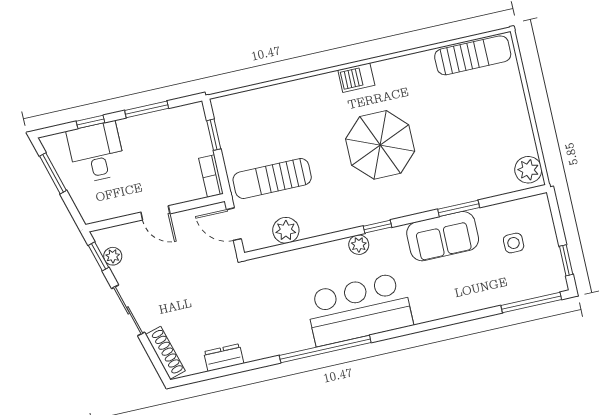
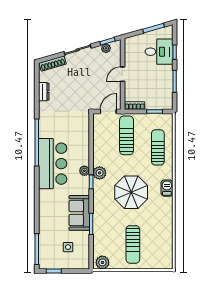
sun lounger: (473, 55) -> (133, 244), moved
sun lounger: (282, 113) -> (158, 147), added
plant: (286, 230) -> (100, 173), moved

